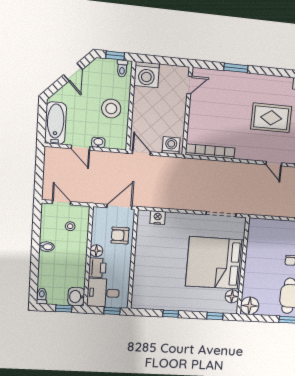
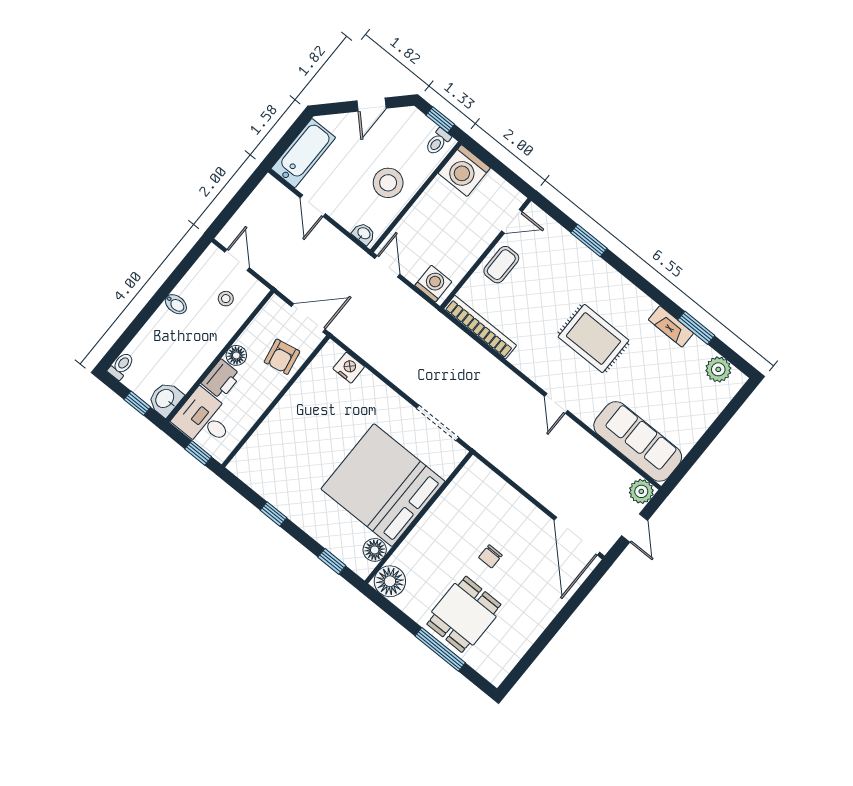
coffee table: (199, 112) -> (501, 265), added
washbasin: (98, 142) -> (364, 234), moved
armchair: (120, 235) -> (282, 357), turned -101

